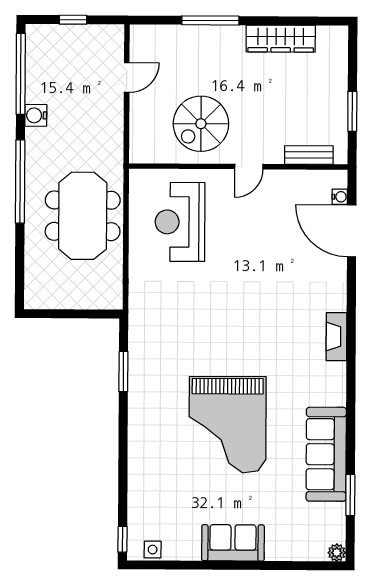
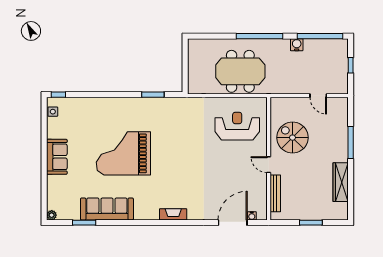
window: (352, 111) -> (311, 223), moved
bench: (309, 155) -> (275, 193), width x1.36

